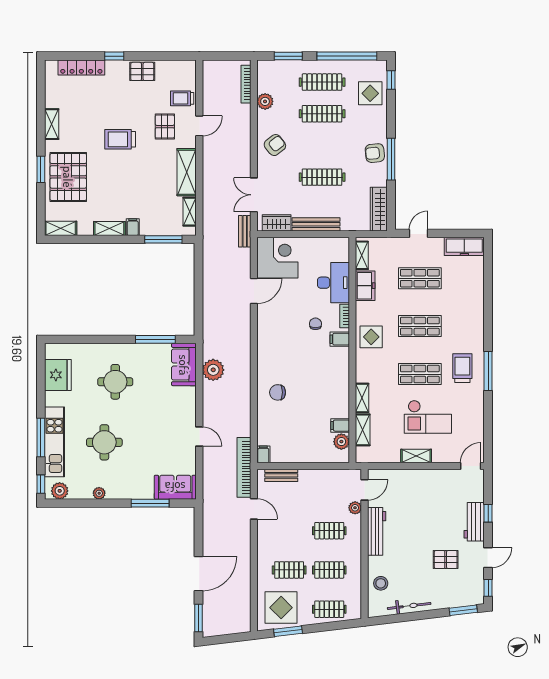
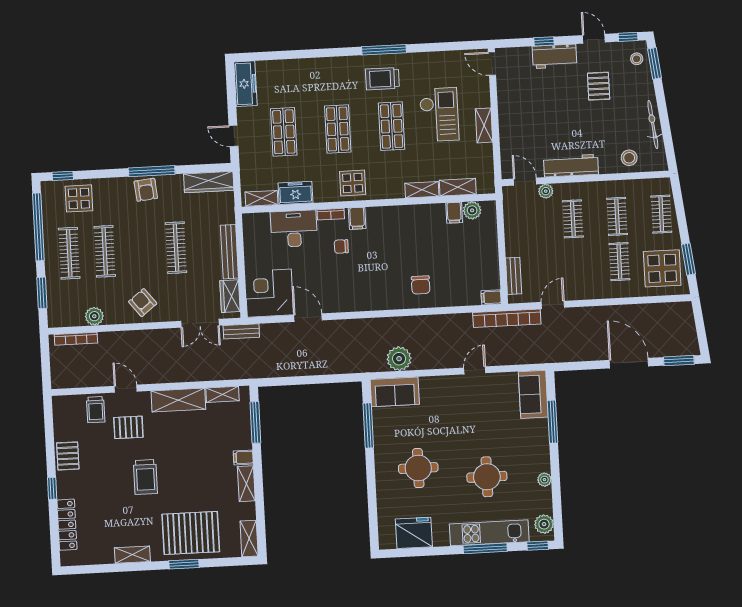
stool: (468, 595) -> (637, 59), added

